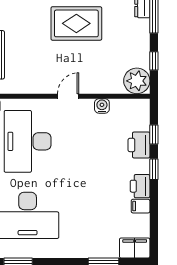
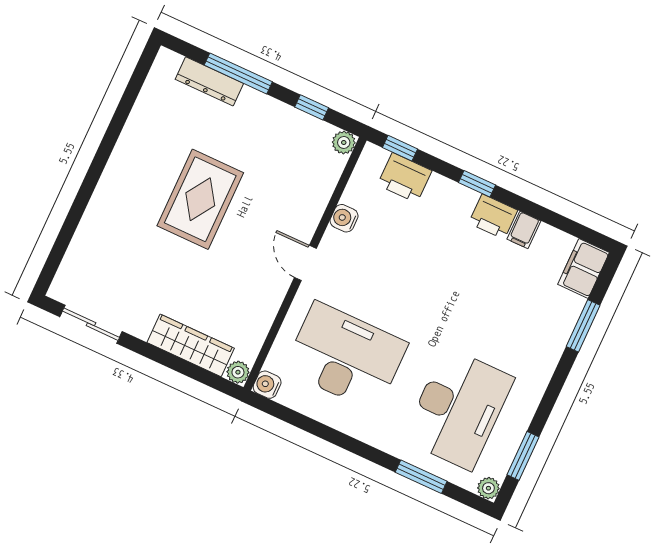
plant: (137, 81) -> (344, 142), width x0.53, depth x0.53
window: (154, 134) -> (400, 148), moved
desk: (28, 141) -> (346, 357), turned 180
printer: (139, 145) -> (405, 178), moved

